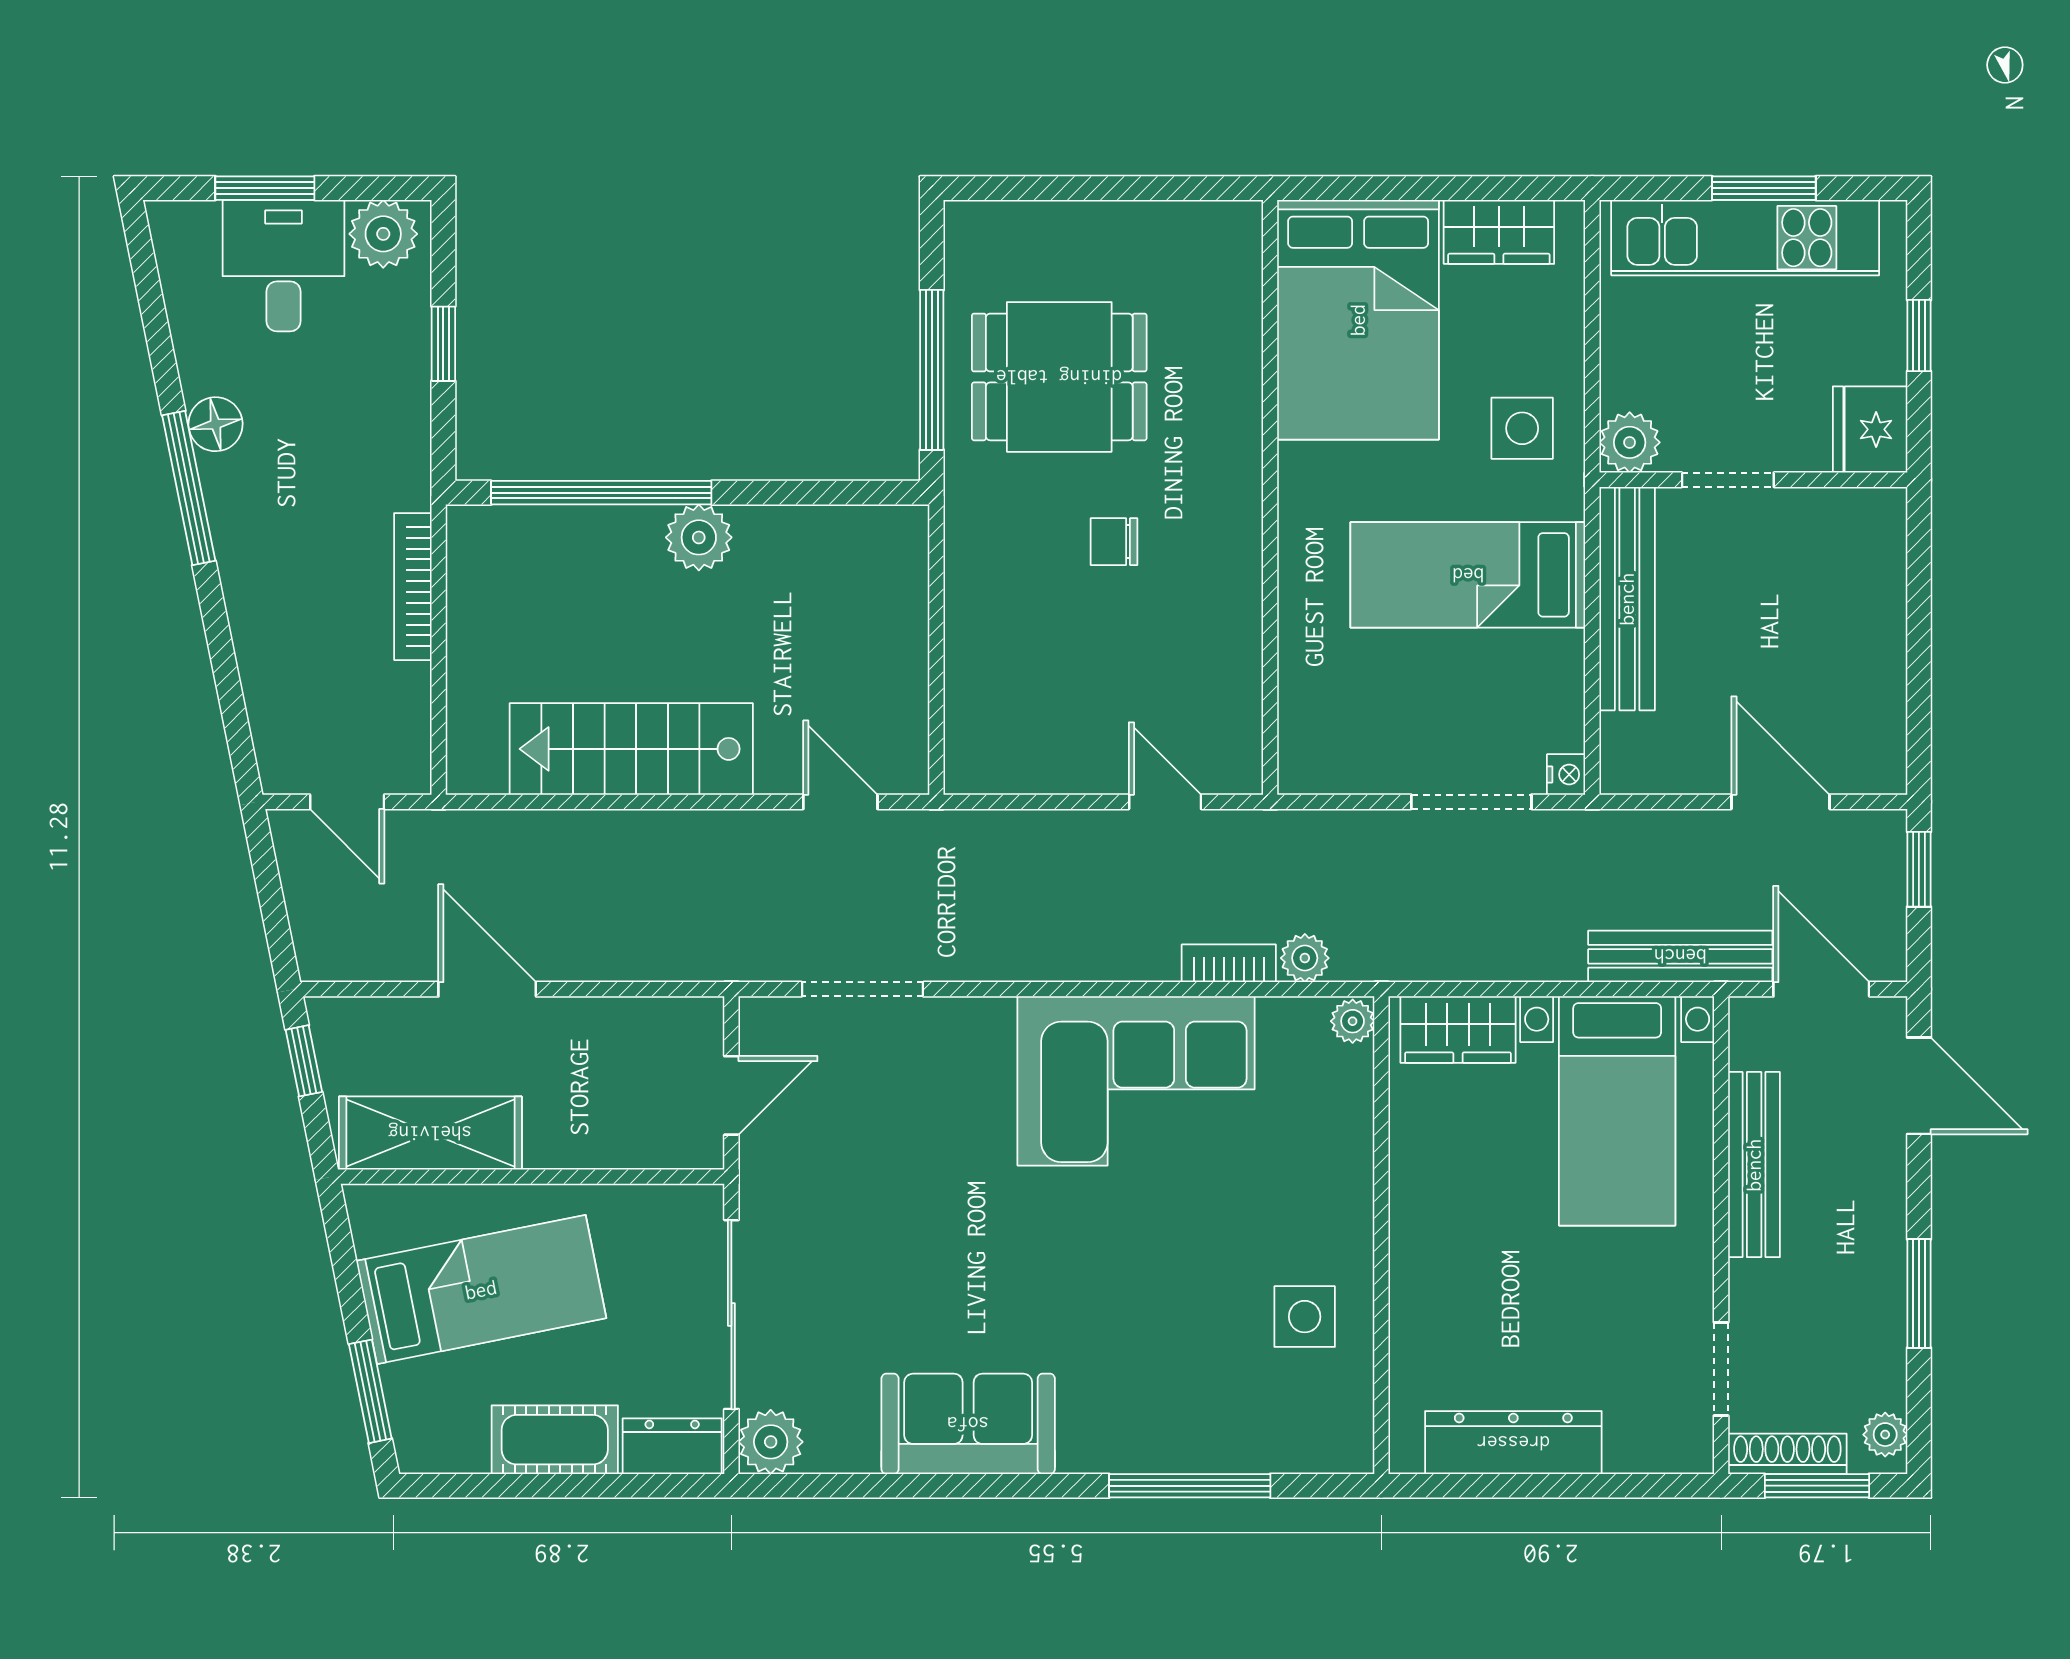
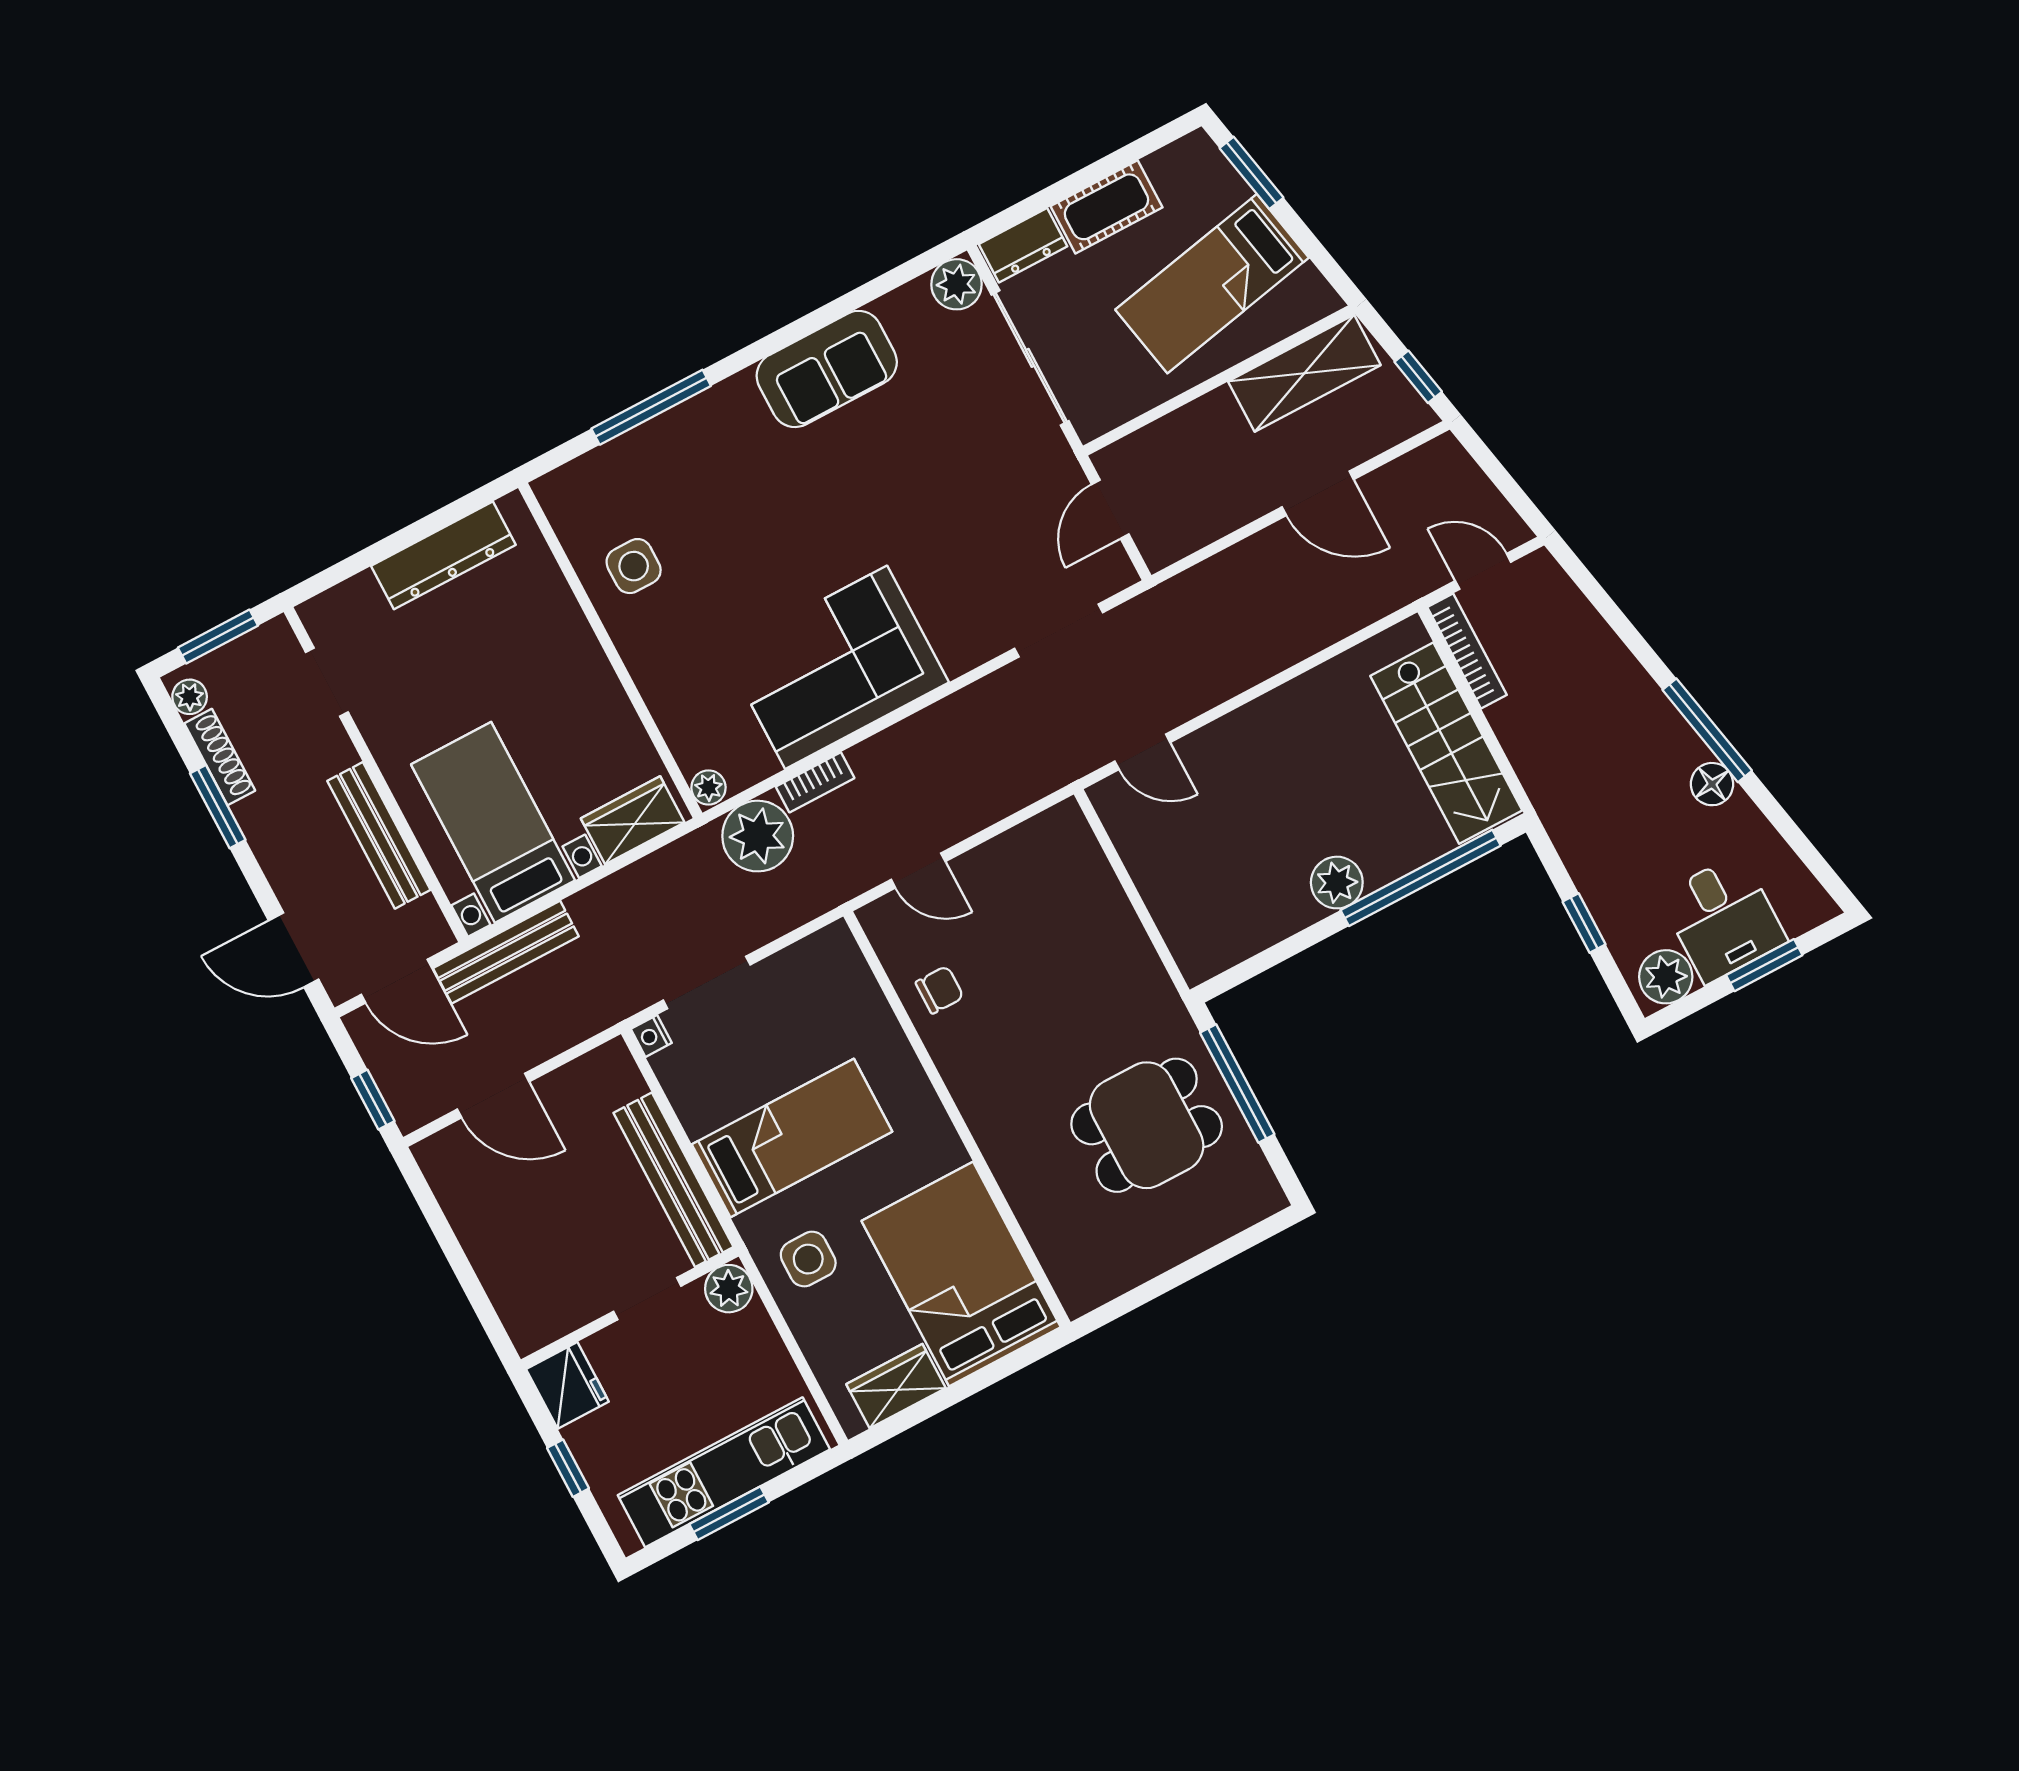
chair: (1114, 542) -> (940, 990), moved
bookcase: (413, 587) -> (1467, 651), moved
stairs: (631, 749) -> (1446, 743), moved, turned 90
plant: (1305, 958) -> (758, 836), width x1.88, depth x1.88
shoe rack: (1787, 1454) -> (220, 757), moved, turned -90

